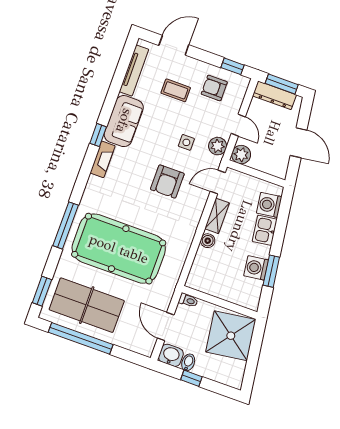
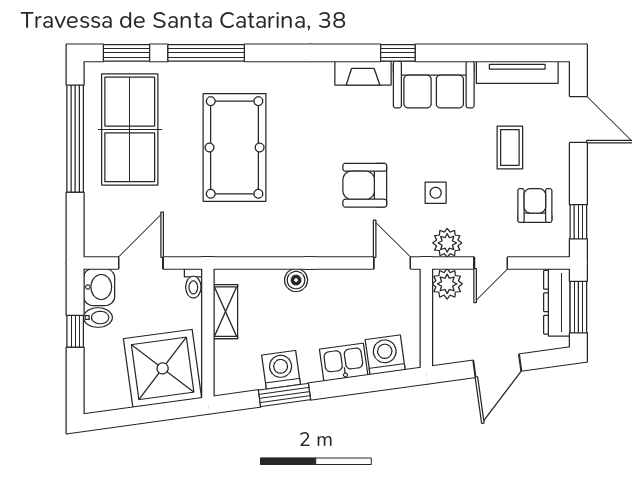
shelving: (217, 216) -> (226, 312), moved, turned 90
window: (66, 225) -> (206, 53), moved
pool table: (119, 249) -> (235, 147), width x0.73, depth x0.76

